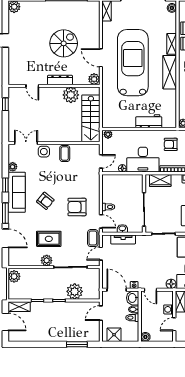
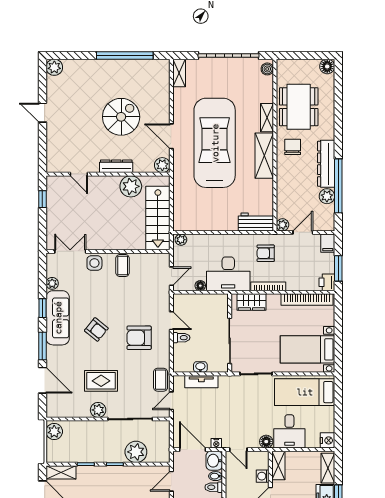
workbench: (149, 121) -> (256, 222), moved
door: (101, 221) -> (171, 321), moved

